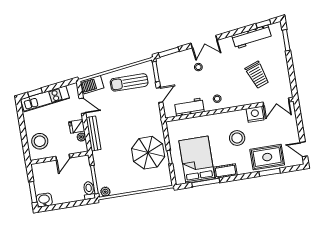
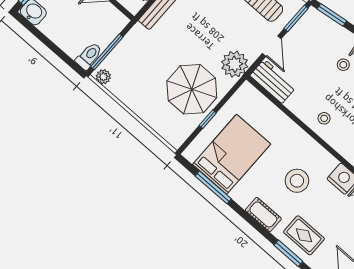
door: (160, 95) -> (272, 46), hinge flipped
workbench: (189, 107) -> (273, 81), moved
plant: (153, 121) -> (235, 64), added
rug: (267, 157) -> (304, 235), width x0.73, depth x0.70
cot: (226, 171) -> (263, 214), moved

